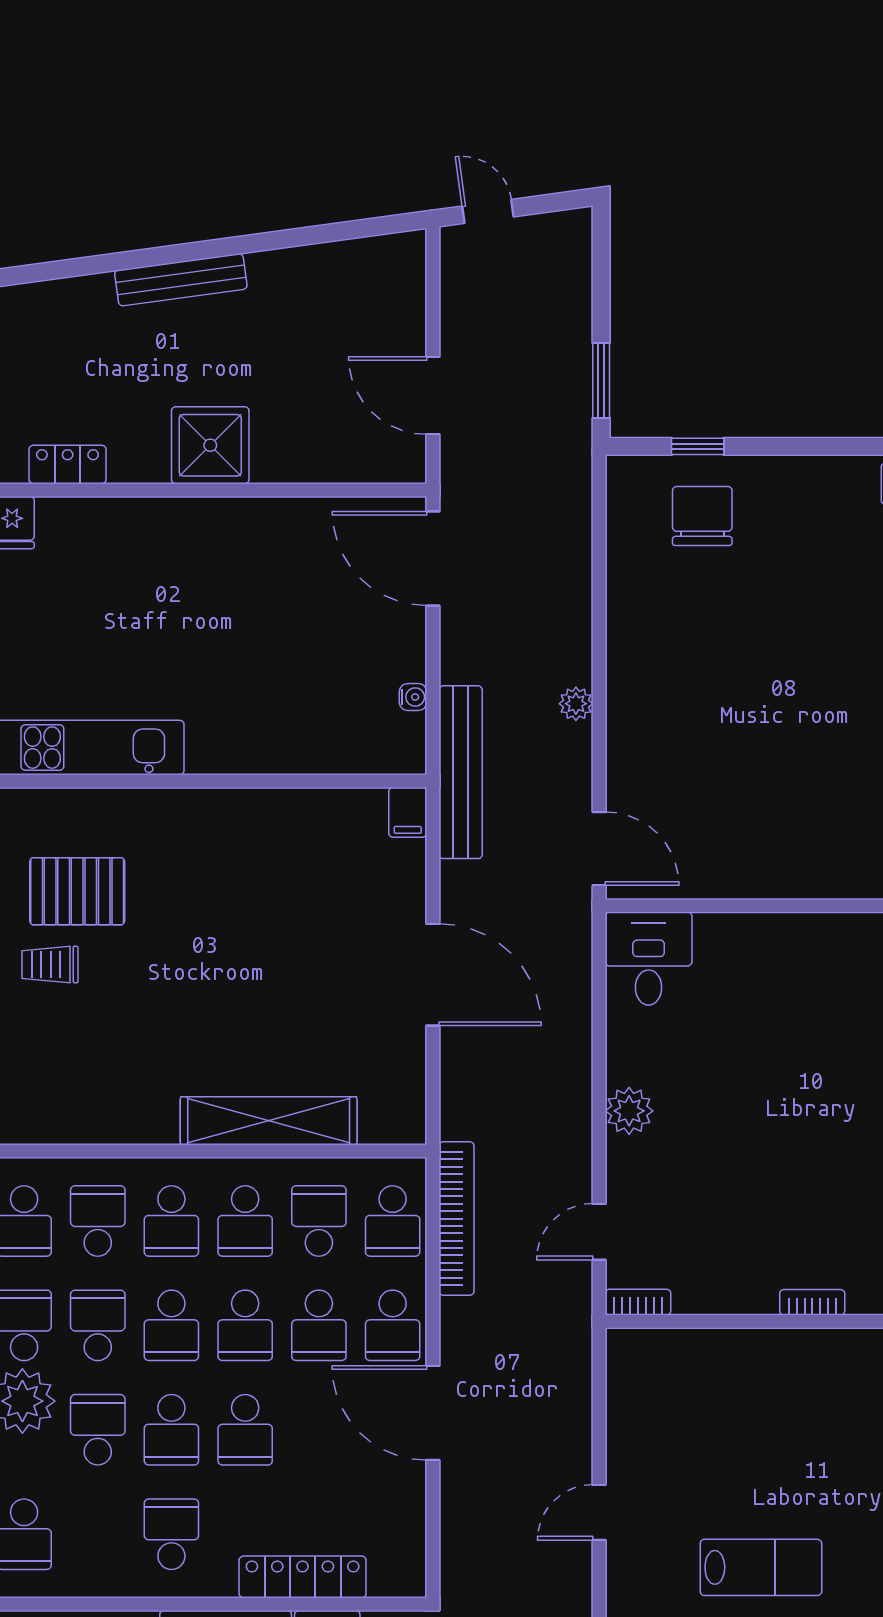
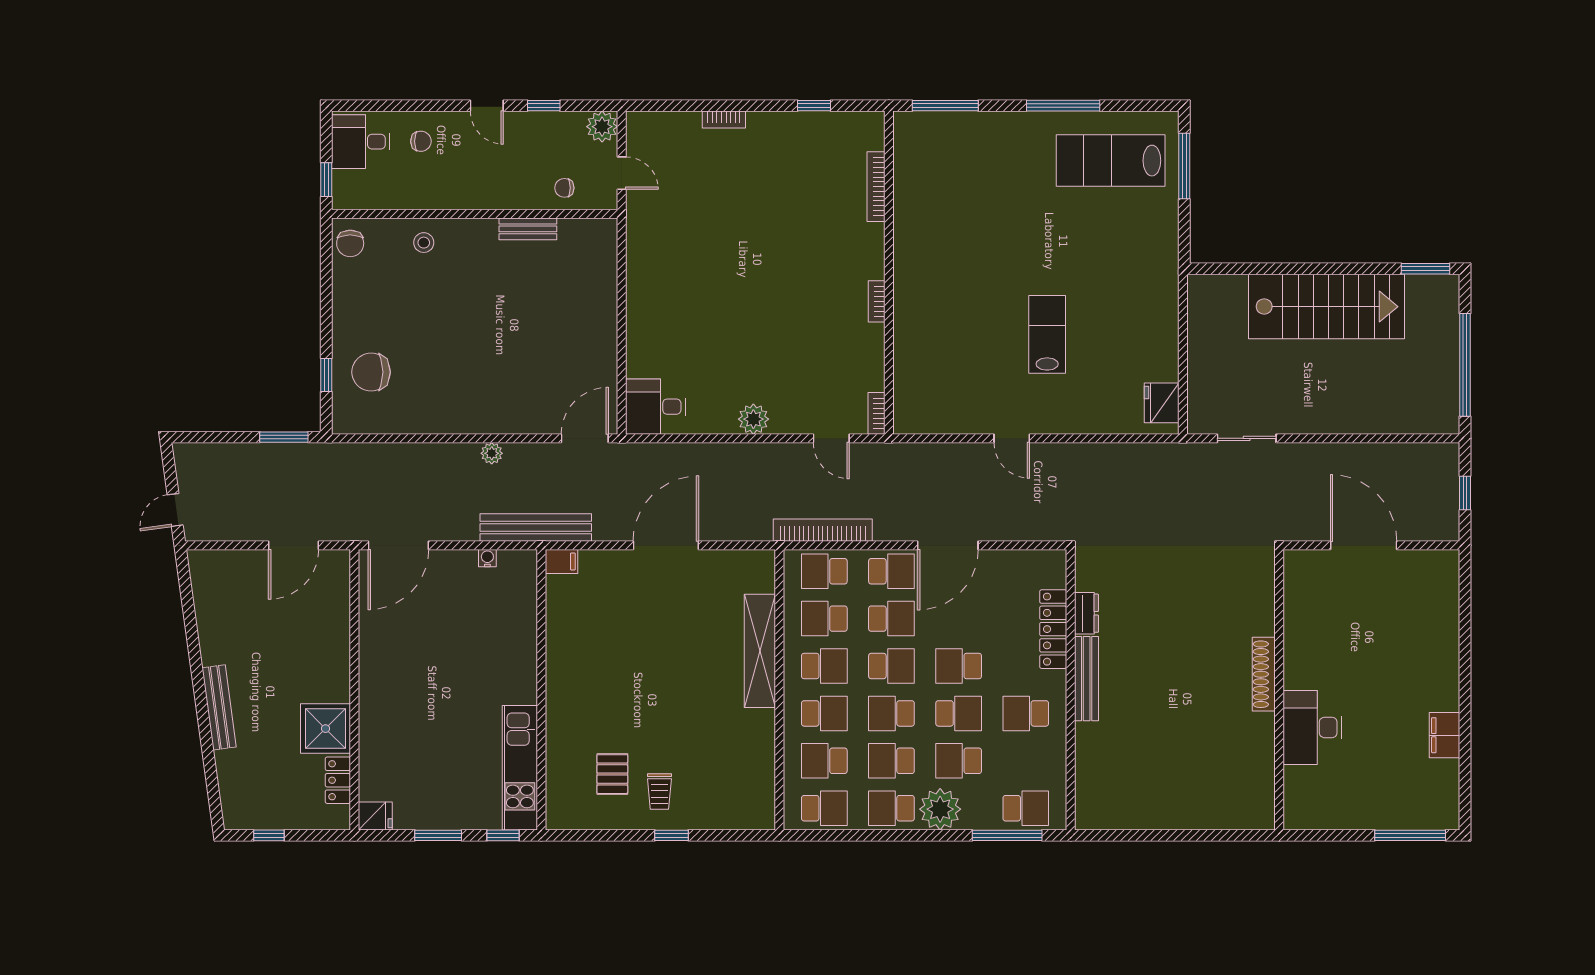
shower: (210, 445) -> (325, 729), moved
pallet: (77, 891) -> (612, 774), width x0.67, depth x0.71
school desk: (393, 1221) -> (824, 571), turned 180
school desk: (171, 1325) -> (891, 713), turned 180
school desk: (245, 1430) -> (959, 666), turned 180

